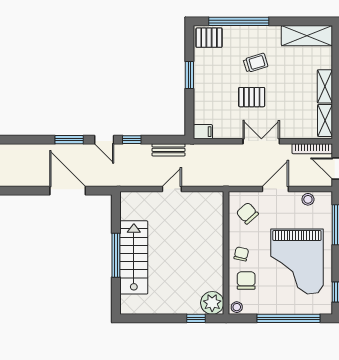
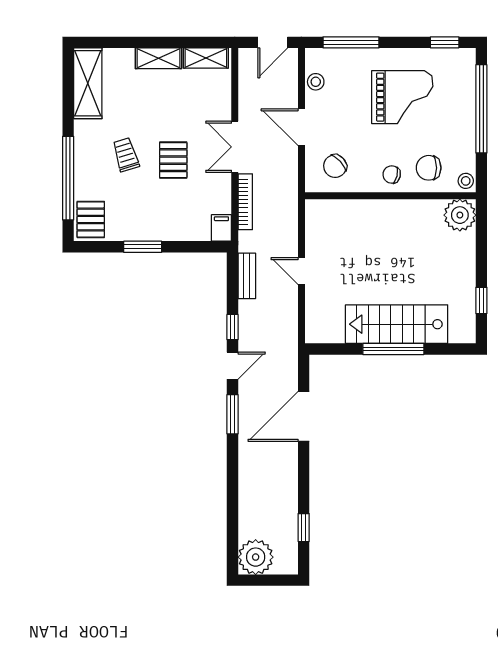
bookcase: (312, 149) -> (245, 202), moved
grand piano: (297, 262) -> (402, 97), width x0.73, depth x0.68
window: (196, 318) -> (481, 300), moved

